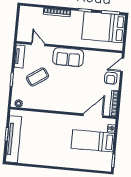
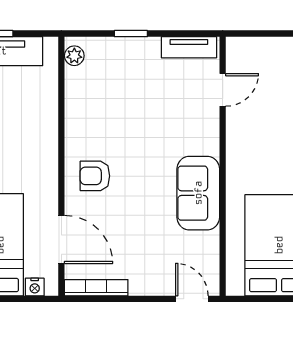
sofa: (68, 57) -> (198, 193), moved
coffee table: (37, 77) -> (143, 96), removed
armchair: (111, 78) -> (95, 176), moved

